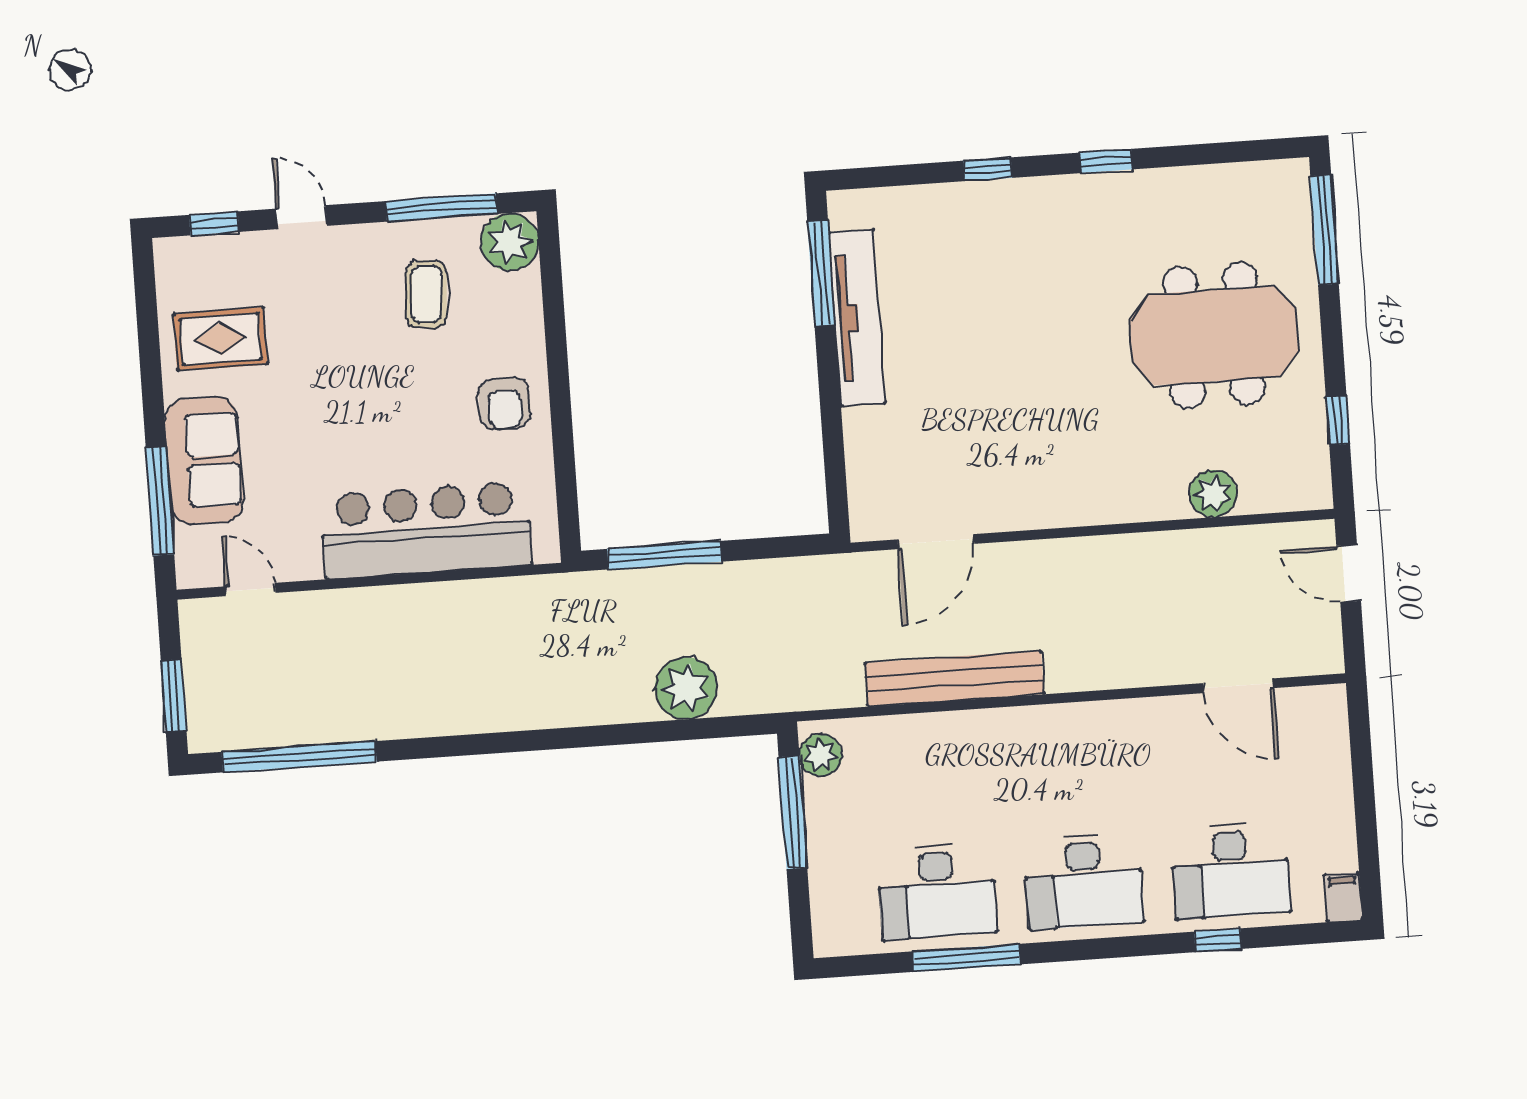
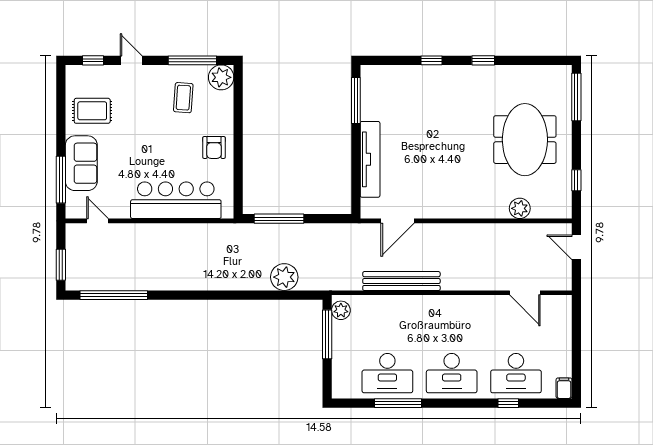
tv unit: (857, 318) -> (370, 159), moved
meeting table: (1214, 335) -> (525, 140), turned 90

